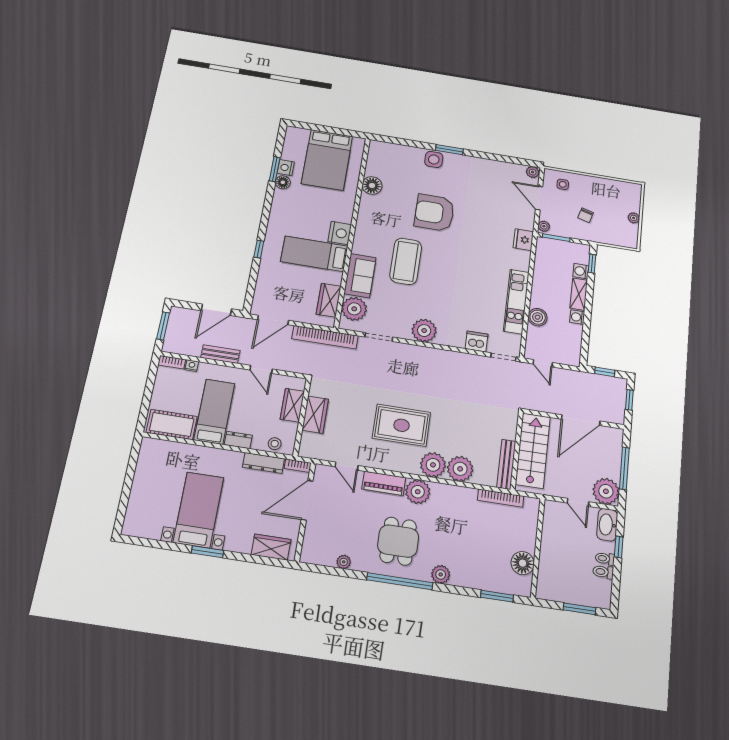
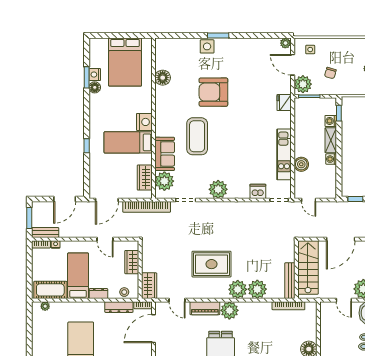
plant: (544, 226) -> (303, 84), width x1.88, depth x1.88
bench: (220, 354) -> (45, 232), moved
wardrobe: (315, 415) -> (149, 286), moved
plant: (160, 445) -> (45, 306), added

